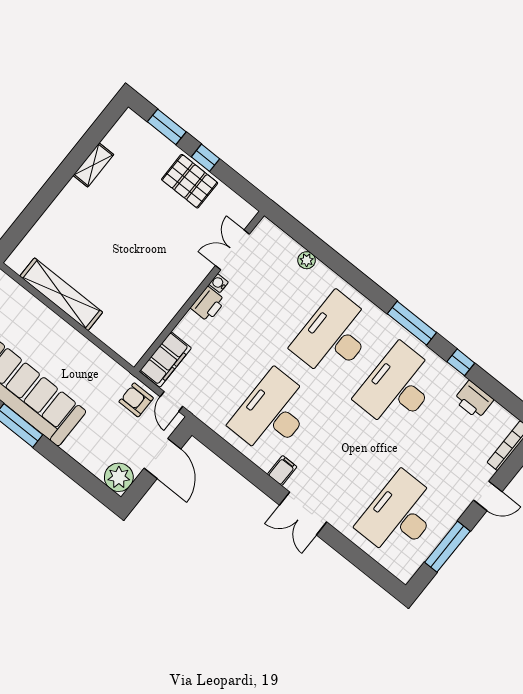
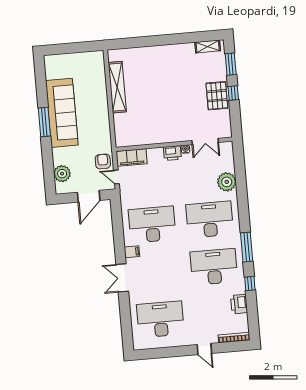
shelving: (93, 165) -> (208, 46), moved
double door: (232, 250) -> (205, 142), swing flipped
plant: (307, 260) -> (227, 182), width x1.87, depth x1.87
door: (171, 402) -> (116, 177), hinge flipped
plant: (119, 477) -> (62, 174), moved
window: (447, 547) -> (166, 352), removed

